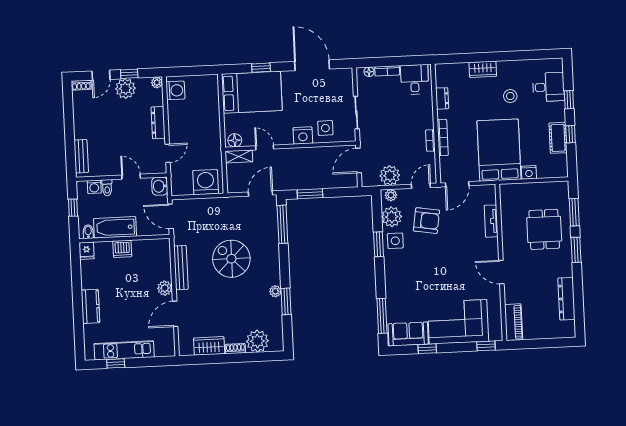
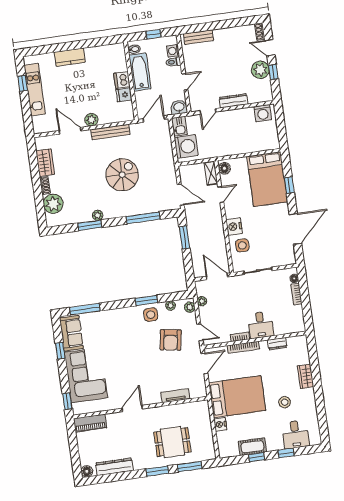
desk: (415, 79) -> (261, 325), moved, turned 90
plant: (157, 82) -> (268, 96), removed
door: (168, 153) -> (208, 111), hinge flipped
plant: (390, 175) -> (202, 301), width x0.53, depth x0.53
door: (457, 184) -> (204, 363), swing flipped
kitchen sink: (182, 188) -> (179, 126), added
plant: (392, 217) -> (171, 306), width x0.53, depth x0.53
window: (282, 224) -> (143, 218), moved
fridge: (87, 251) -> (124, 95), moved
floor lamp: (569, 331) -> (87, 471), added

